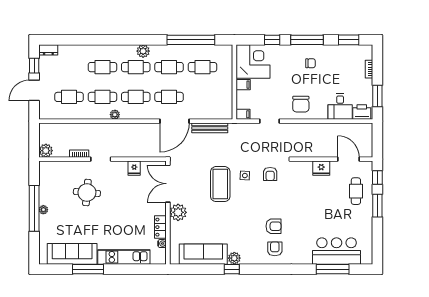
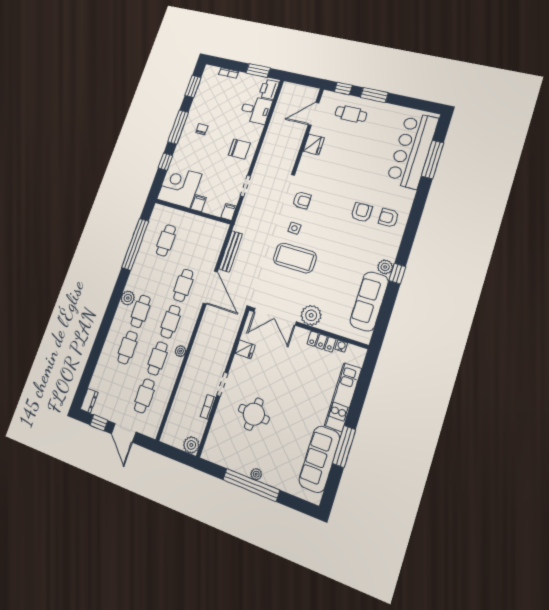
cafe table: (169, 67) -> (153, 276), removed
bar counter: (337, 251) -> (412, 150), width x1.36

